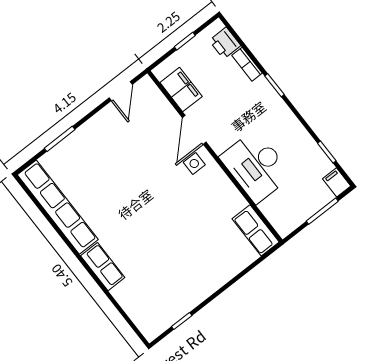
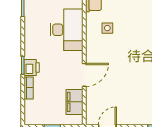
printer: (225, 43) -> (32, 67), moved
side table: (194, 164) -> (107, 28), moved

